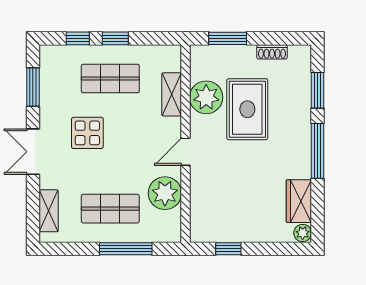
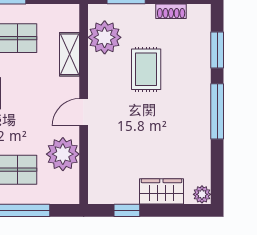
plant: (206, 97) -> (105, 37), moved
rug: (247, 109) -> (146, 69), width x0.73, depth x0.70
wardrobe: (299, 201) -> (161, 191), moved, turned 90

